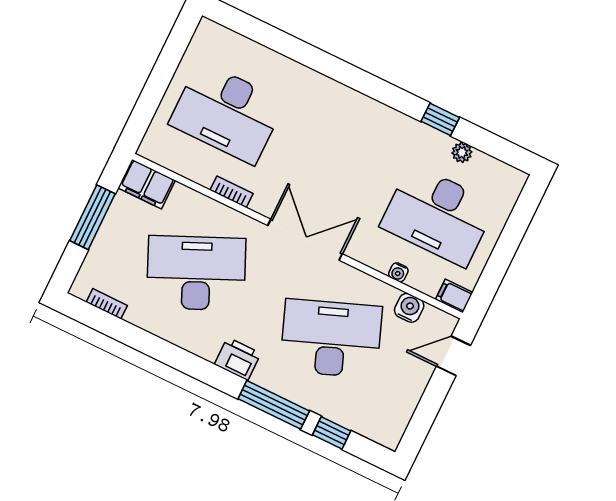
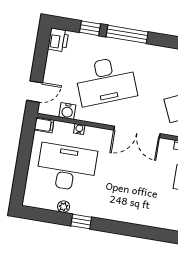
printer: (238, 359) -> (58, 40), moved, turned -90

